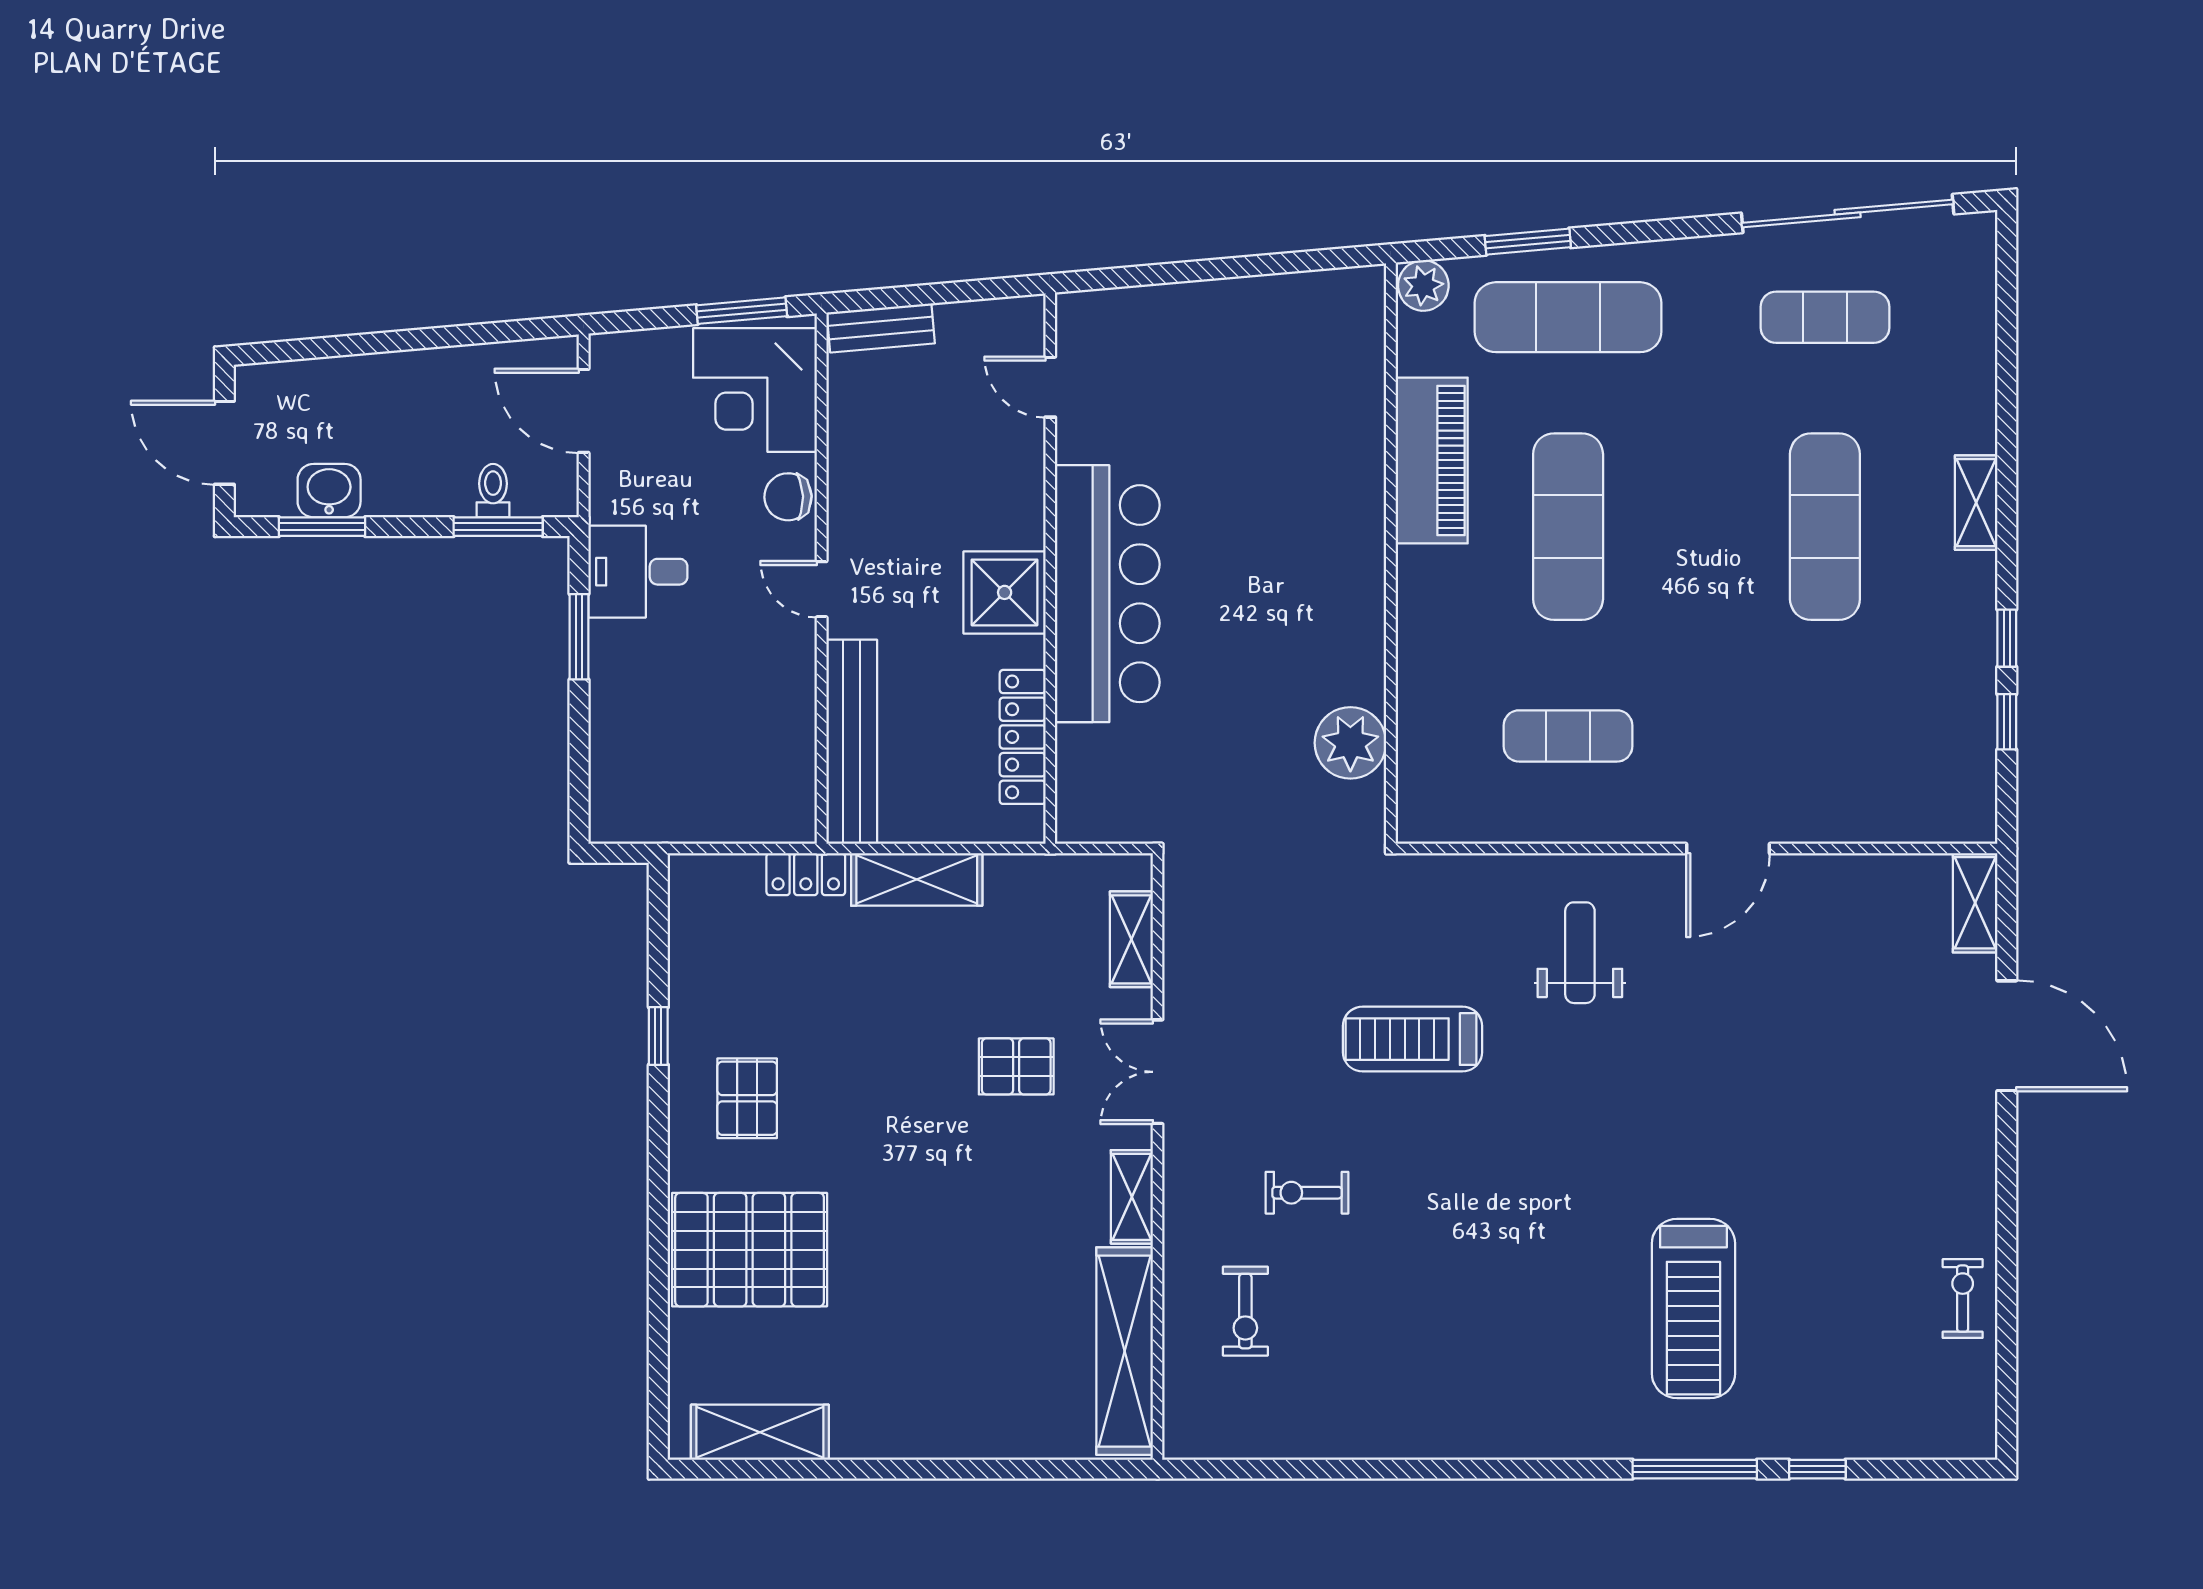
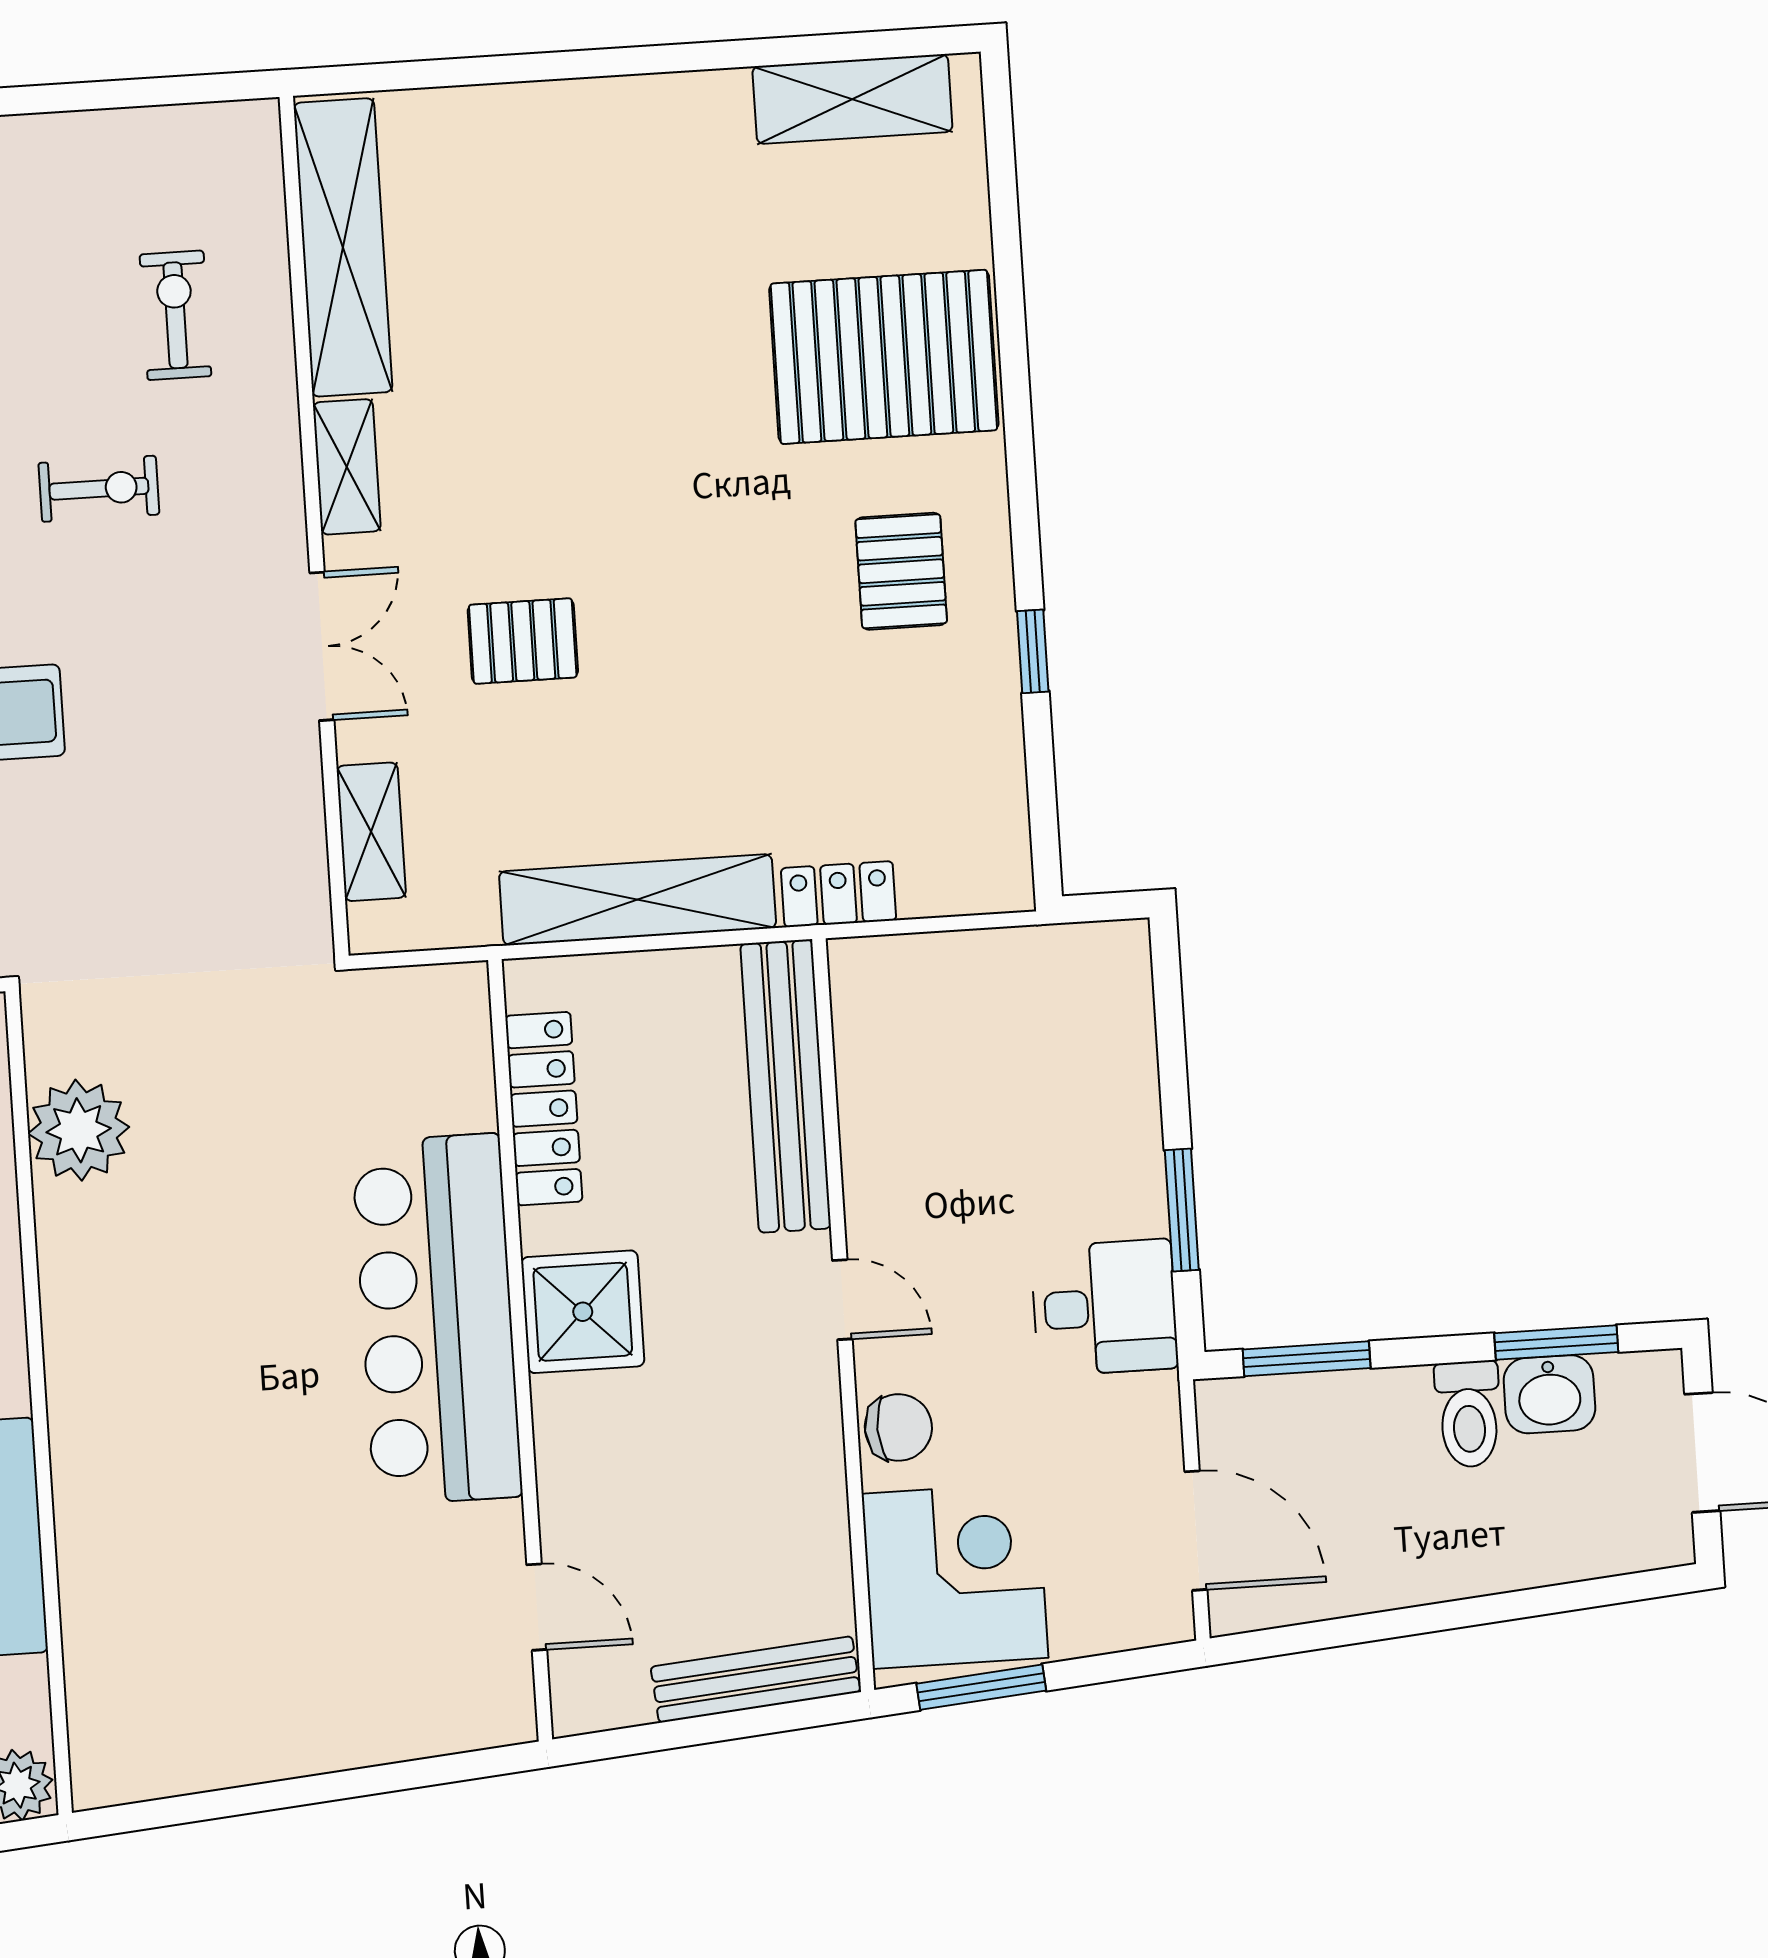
bench: (881, 328) -> (756, 1679), width x1.36
toilet: (493, 491) -> (1469, 1414), moved, width x1.37, depth x1.39
shelving: (917, 879) -> (638, 900), width x1.47

